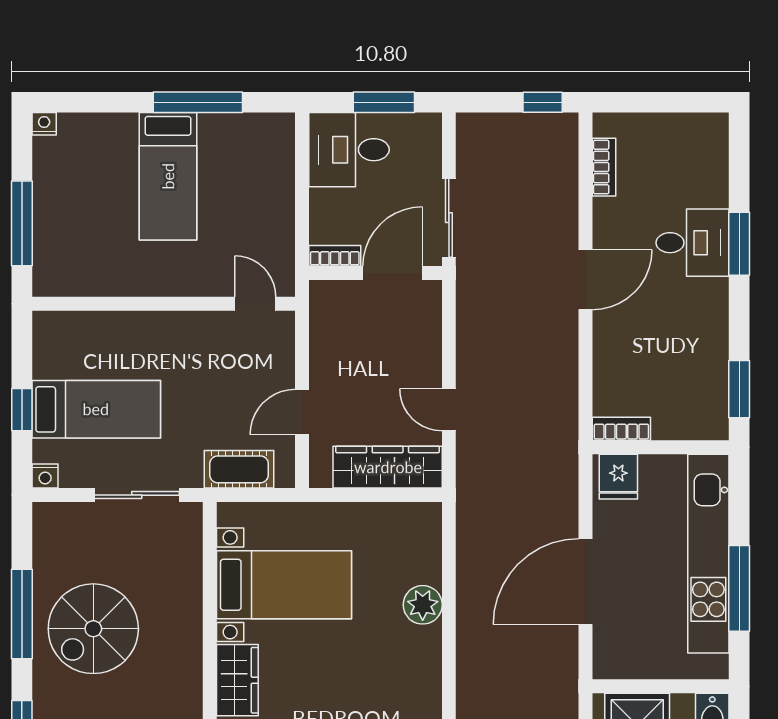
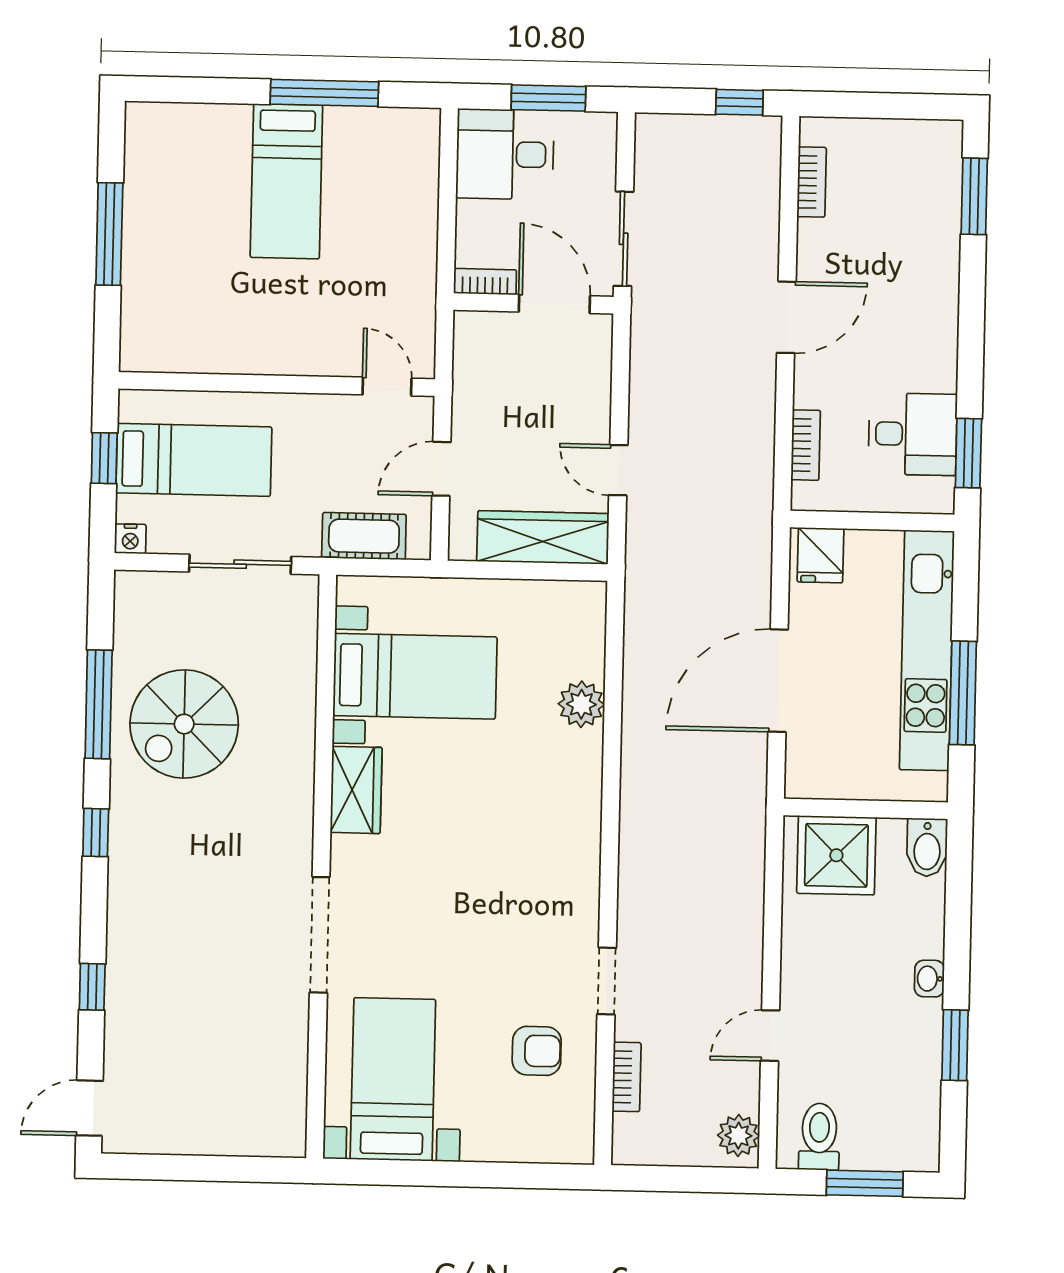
nightstand: (44, 124) -> (139, 115), removed
desk: (693, 243) -> (913, 434), moved
window: (739, 244) -> (974, 196), moved
door: (393, 273) -> (554, 304), hinge flipped
wall: (164, 304) -> (277, 384), moved
door: (255, 304) -> (387, 387), moved
bookcase: (621, 429) -> (806, 445), moved, turned 90

